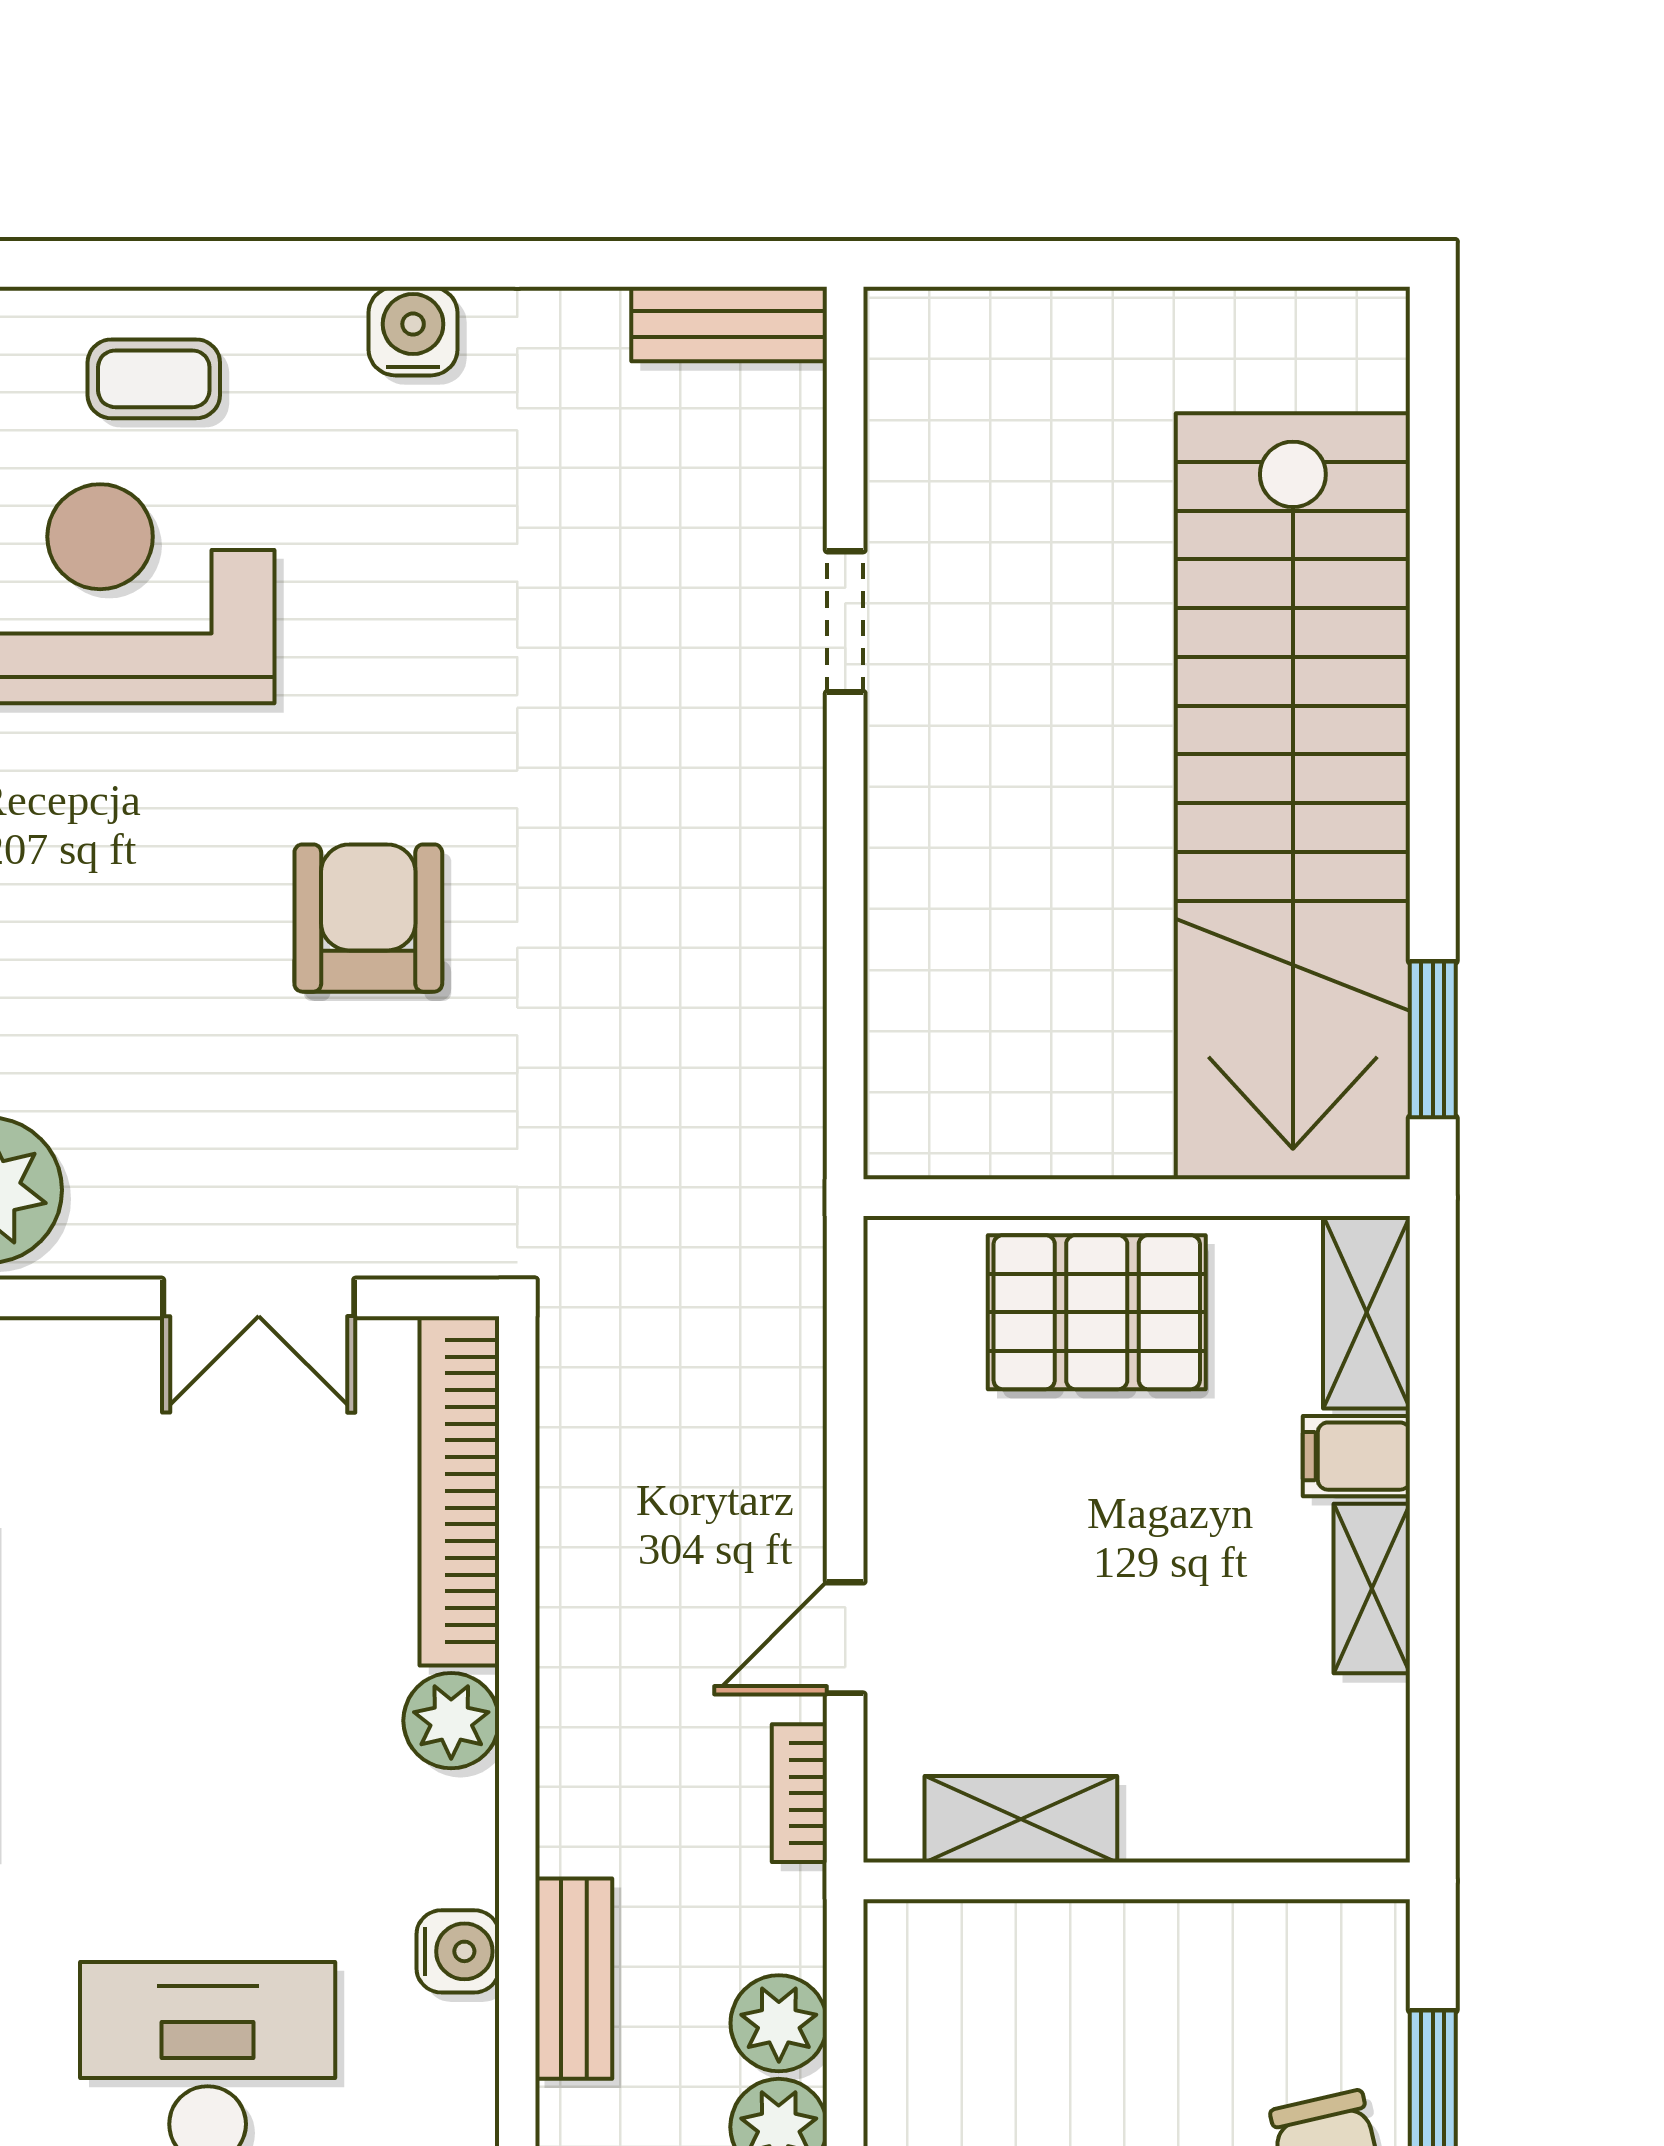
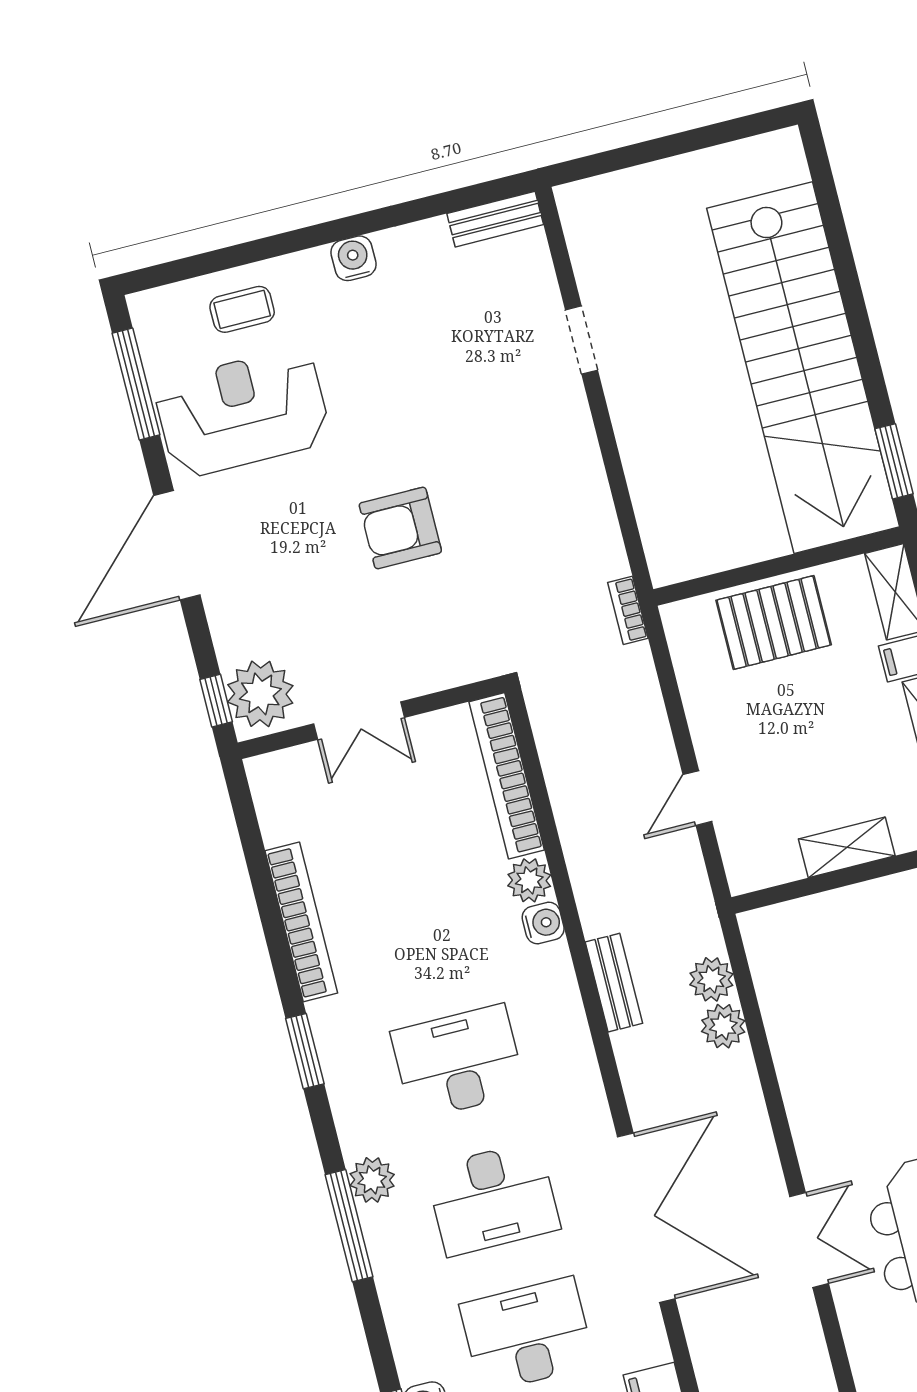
armchair: (368, 918) -> (400, 528), turned -90
double door: (259, 1298) -> (359, 721), moved
bookcase: (799, 1793) -> (628, 610), moved
shelving: (1021, 1819) -> (847, 847), moved
water cooler: (458, 1951) -> (543, 923), moved

